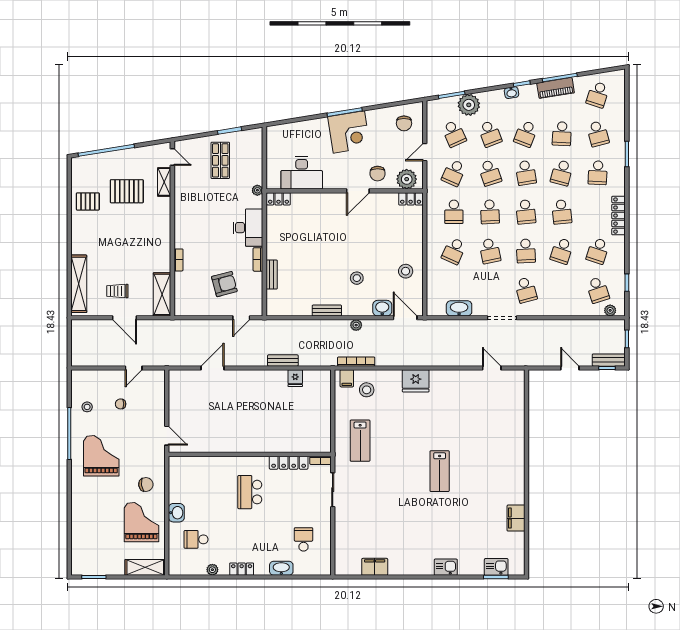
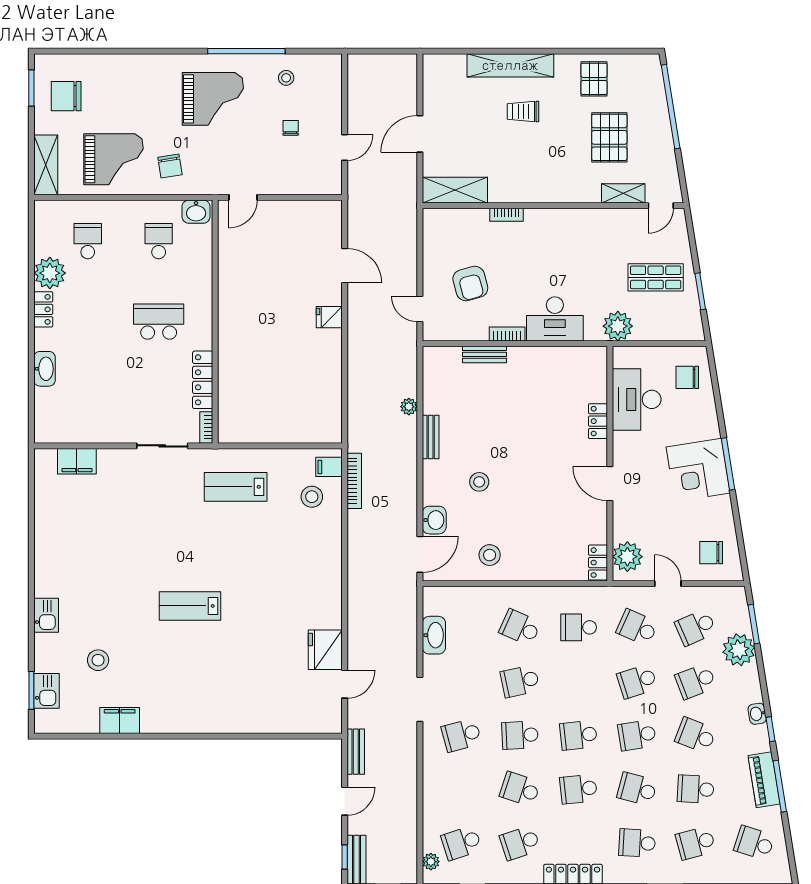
chair: (378, 174) -> (687, 377), moved
plant: (257, 190) -> (618, 326), width x1.88, depth x1.88
locker: (278, 199) -> (598, 421), moved
school desk: (490, 212) -> (579, 681), removed
school desk: (598, 251) -> (520, 843), turned -36
shelving: (79, 284) -> (510, 65), moved
trolley: (117, 291) -> (523, 112), moved, turned -90
plant: (356, 325) -> (409, 407), moved
bench: (283, 360) -> (356, 752), moved
door: (134, 368) -> (345, 148), swing flipped
fridge: (295, 378) -> (329, 317), moved
fridge: (416, 381) -> (325, 650), moved
washbasin: (176, 513) -> (196, 212), moved
stool: (476, 532) -> (98, 660), added
school desk: (303, 539) -> (159, 241), moved, turned -90
chair: (99, 554) -> (66, 96), added
filing cabinet: (375, 567) -> (77, 461), moved, turned 90
plant: (212, 570) -> (50, 273), width x1.88, depth x1.88

